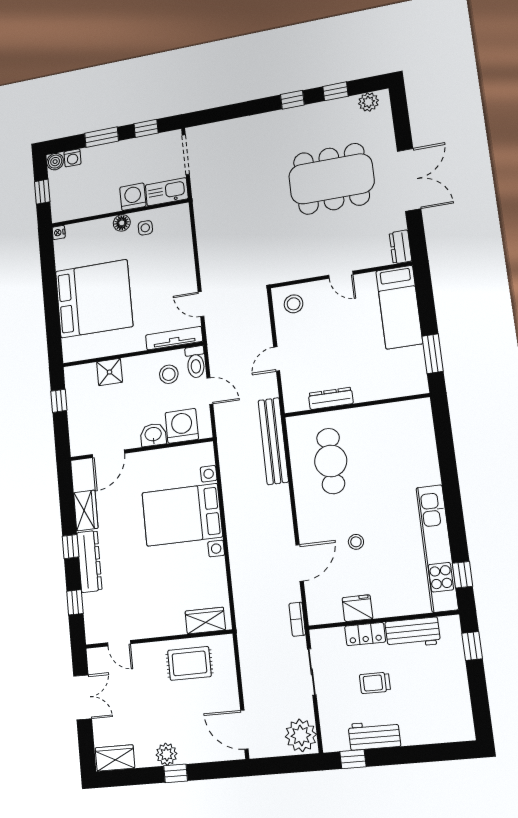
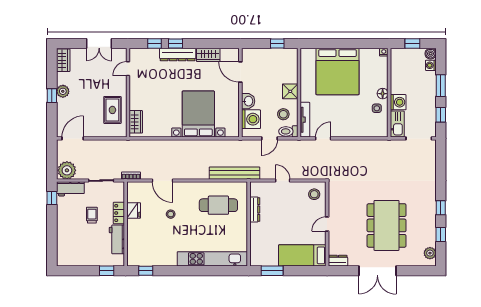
shower: (110, 372) -> (290, 91), moved
window: (71, 547) -> (176, 43), moved
kitchen unit: (437, 548) -> (212, 259), moved
workbench: (374, 735) -> (70, 189), moved, turned 90

